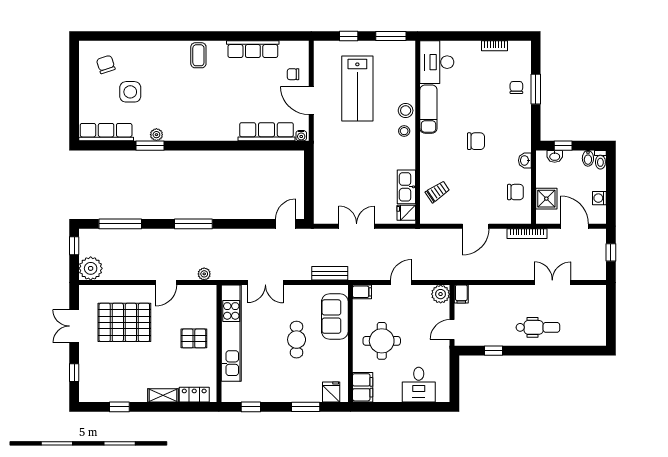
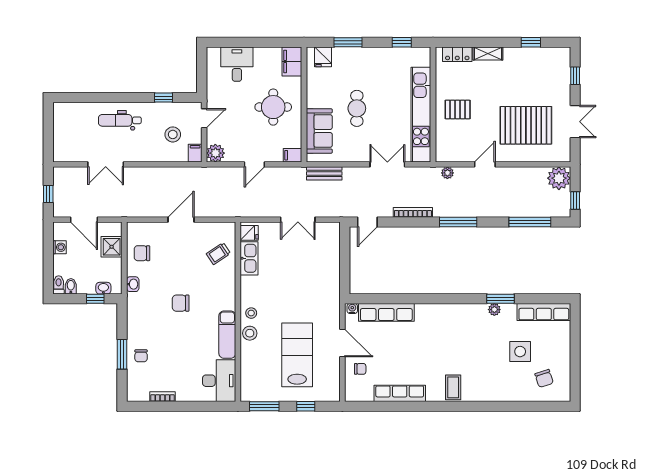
bookcase: (527, 234) -> (413, 212), moved
stool: (484, 313) -> (173, 134), added

